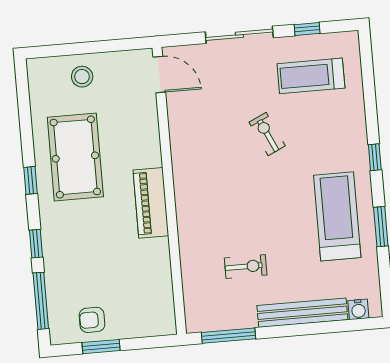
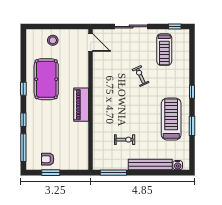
window: (307, 29) -> (175, 27), moved
treadmill: (311, 76) -> (164, 50), turned -90

